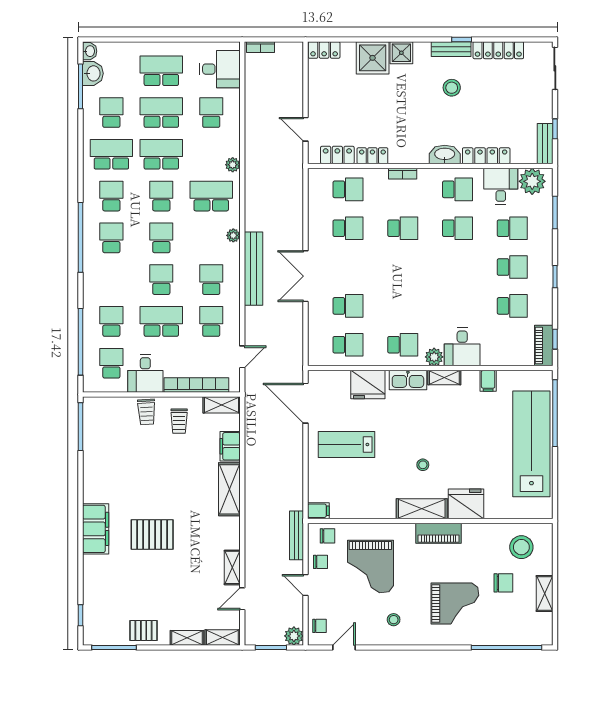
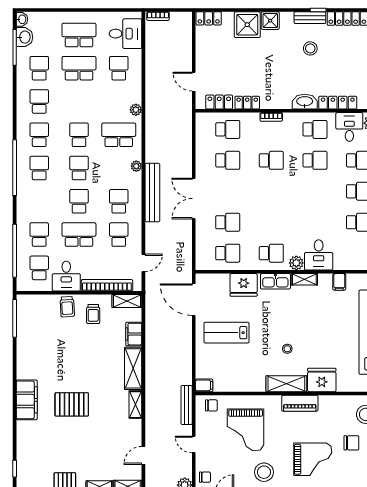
school desk: (111, 154) -> (39, 101), width x0.54
school desk: (161, 154) -> (79, 101), removed
chair: (321, 562) -> (206, 426), removed
shelving: (232, 567) -> (135, 405), moved
stool: (394, 620) -> (264, 472), width x1.89, depth x1.89

